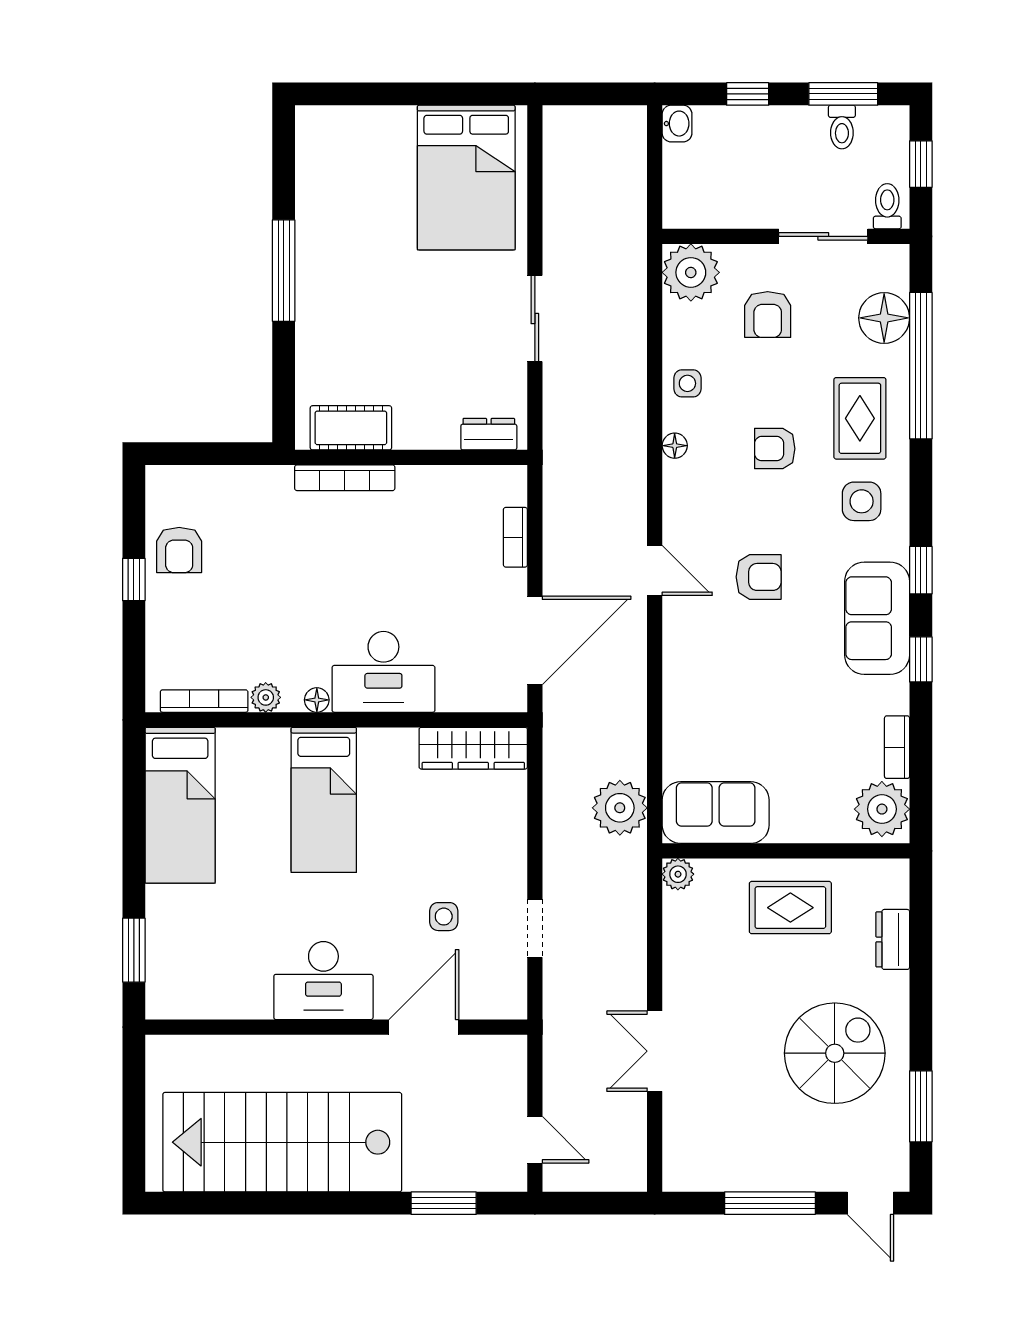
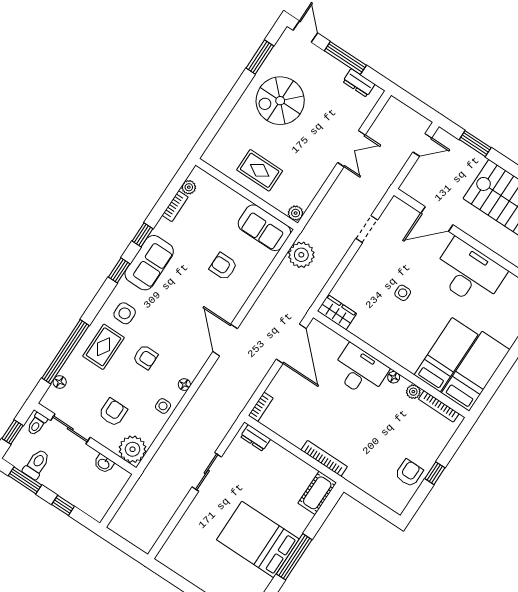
washbasin: (677, 124) -> (104, 464), moved, turned -90
toilet: (842, 127) -> (36, 464), width x1.37, depth x1.39
bed: (466, 178) -> (258, 539), moved, turned -90
floor lamp: (884, 318) -> (60, 382), width x0.53, depth x0.53
cot: (351, 428) -> (317, 493), moved, turned 90
bookcase: (515, 537) -> (261, 407), moved
door: (655, 570) -> (225, 340), width x1.38
armchair: (759, 577) -> (223, 266), moved
door: (535, 640) -> (291, 344), swing flipped
wardrobe: (473, 748) -> (337, 312), width x0.67
bed: (324, 800) -> (446, 355), moved
plant: (882, 809) -> (189, 187), width x0.53, depth x0.53
side table: (444, 917) -> (403, 293), moved
dresser: (893, 939) -> (359, 83), moved, turned 90
desk: (323, 981) -> (469, 273), width x1.36, depth x1.30
door: (535, 1140) -> (422, 145), swing flipped

